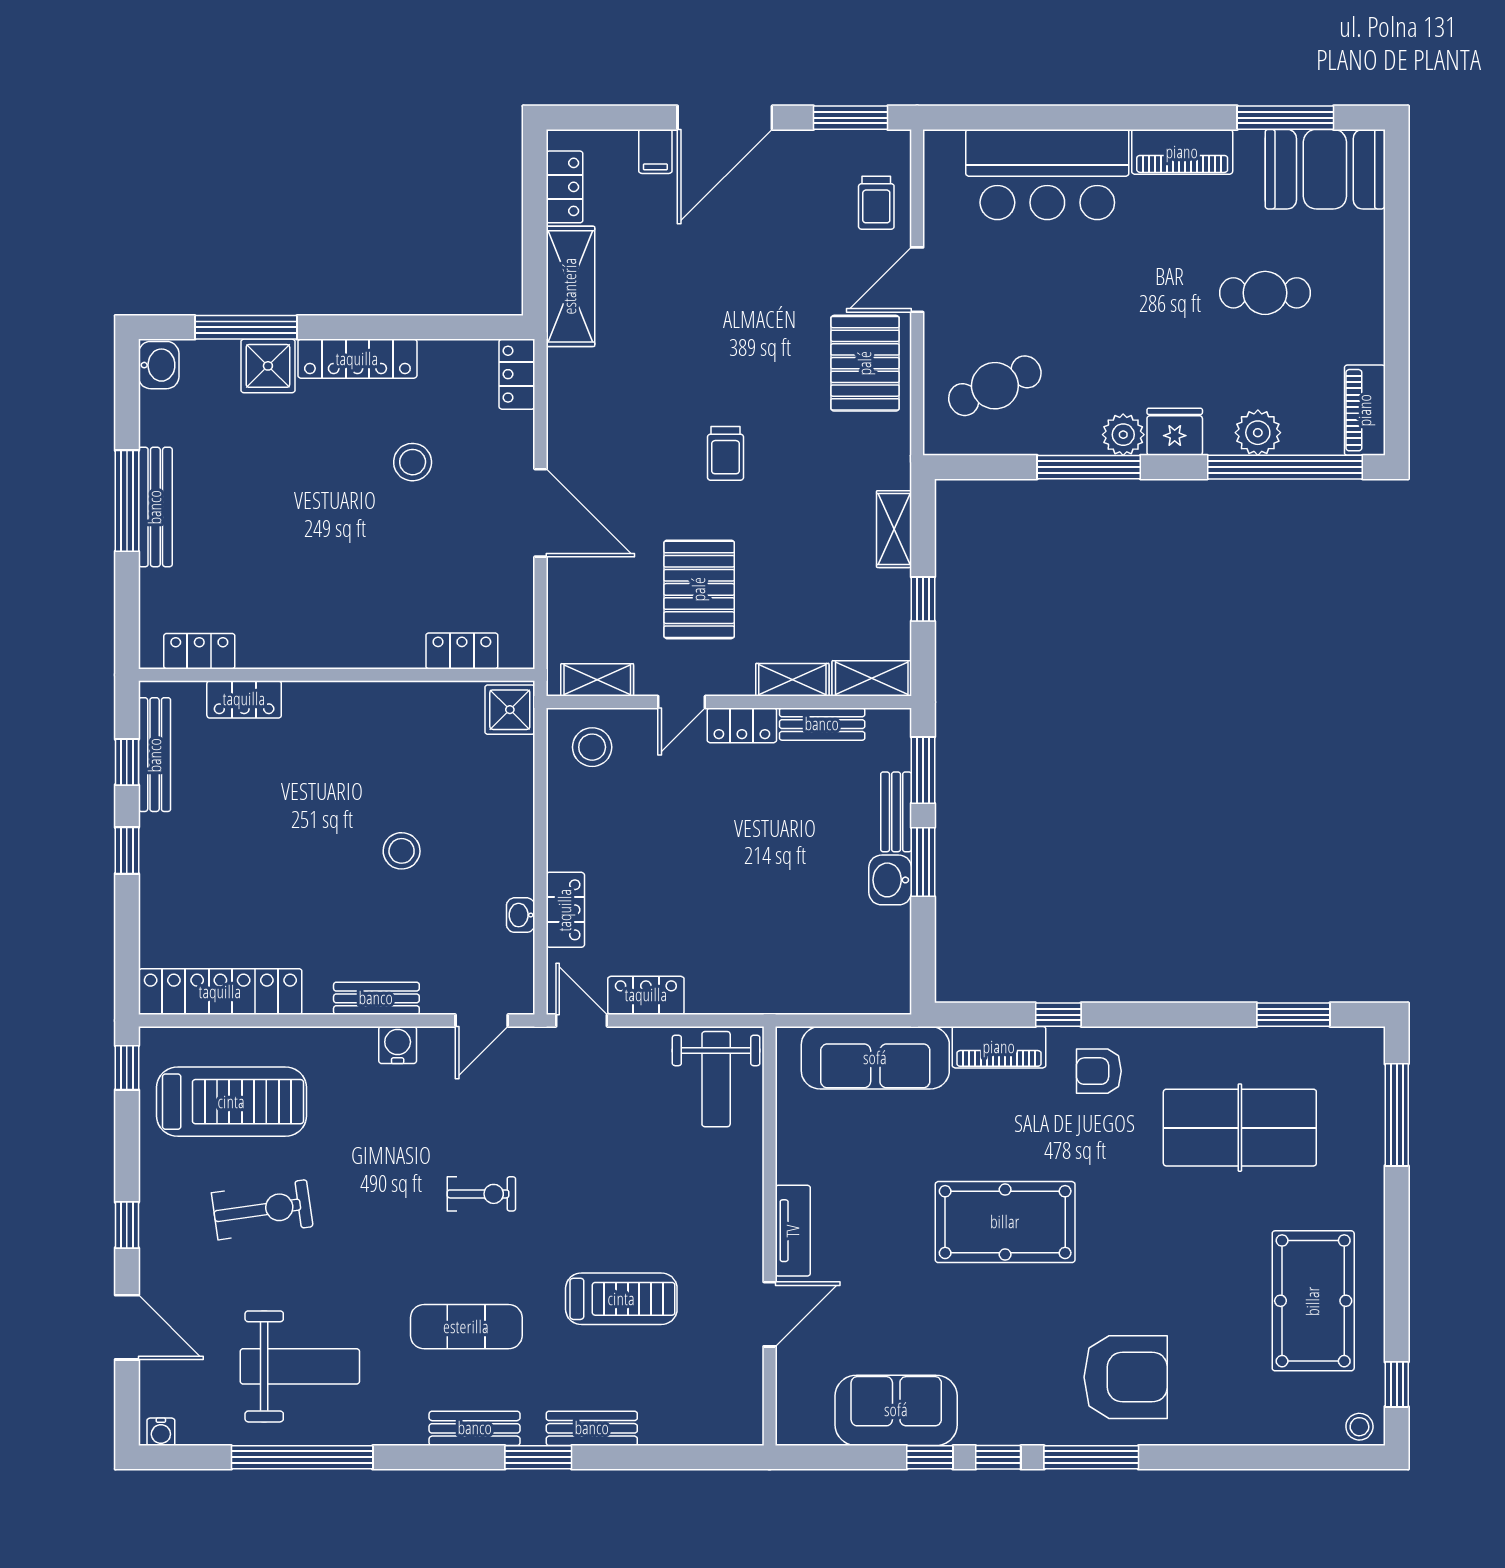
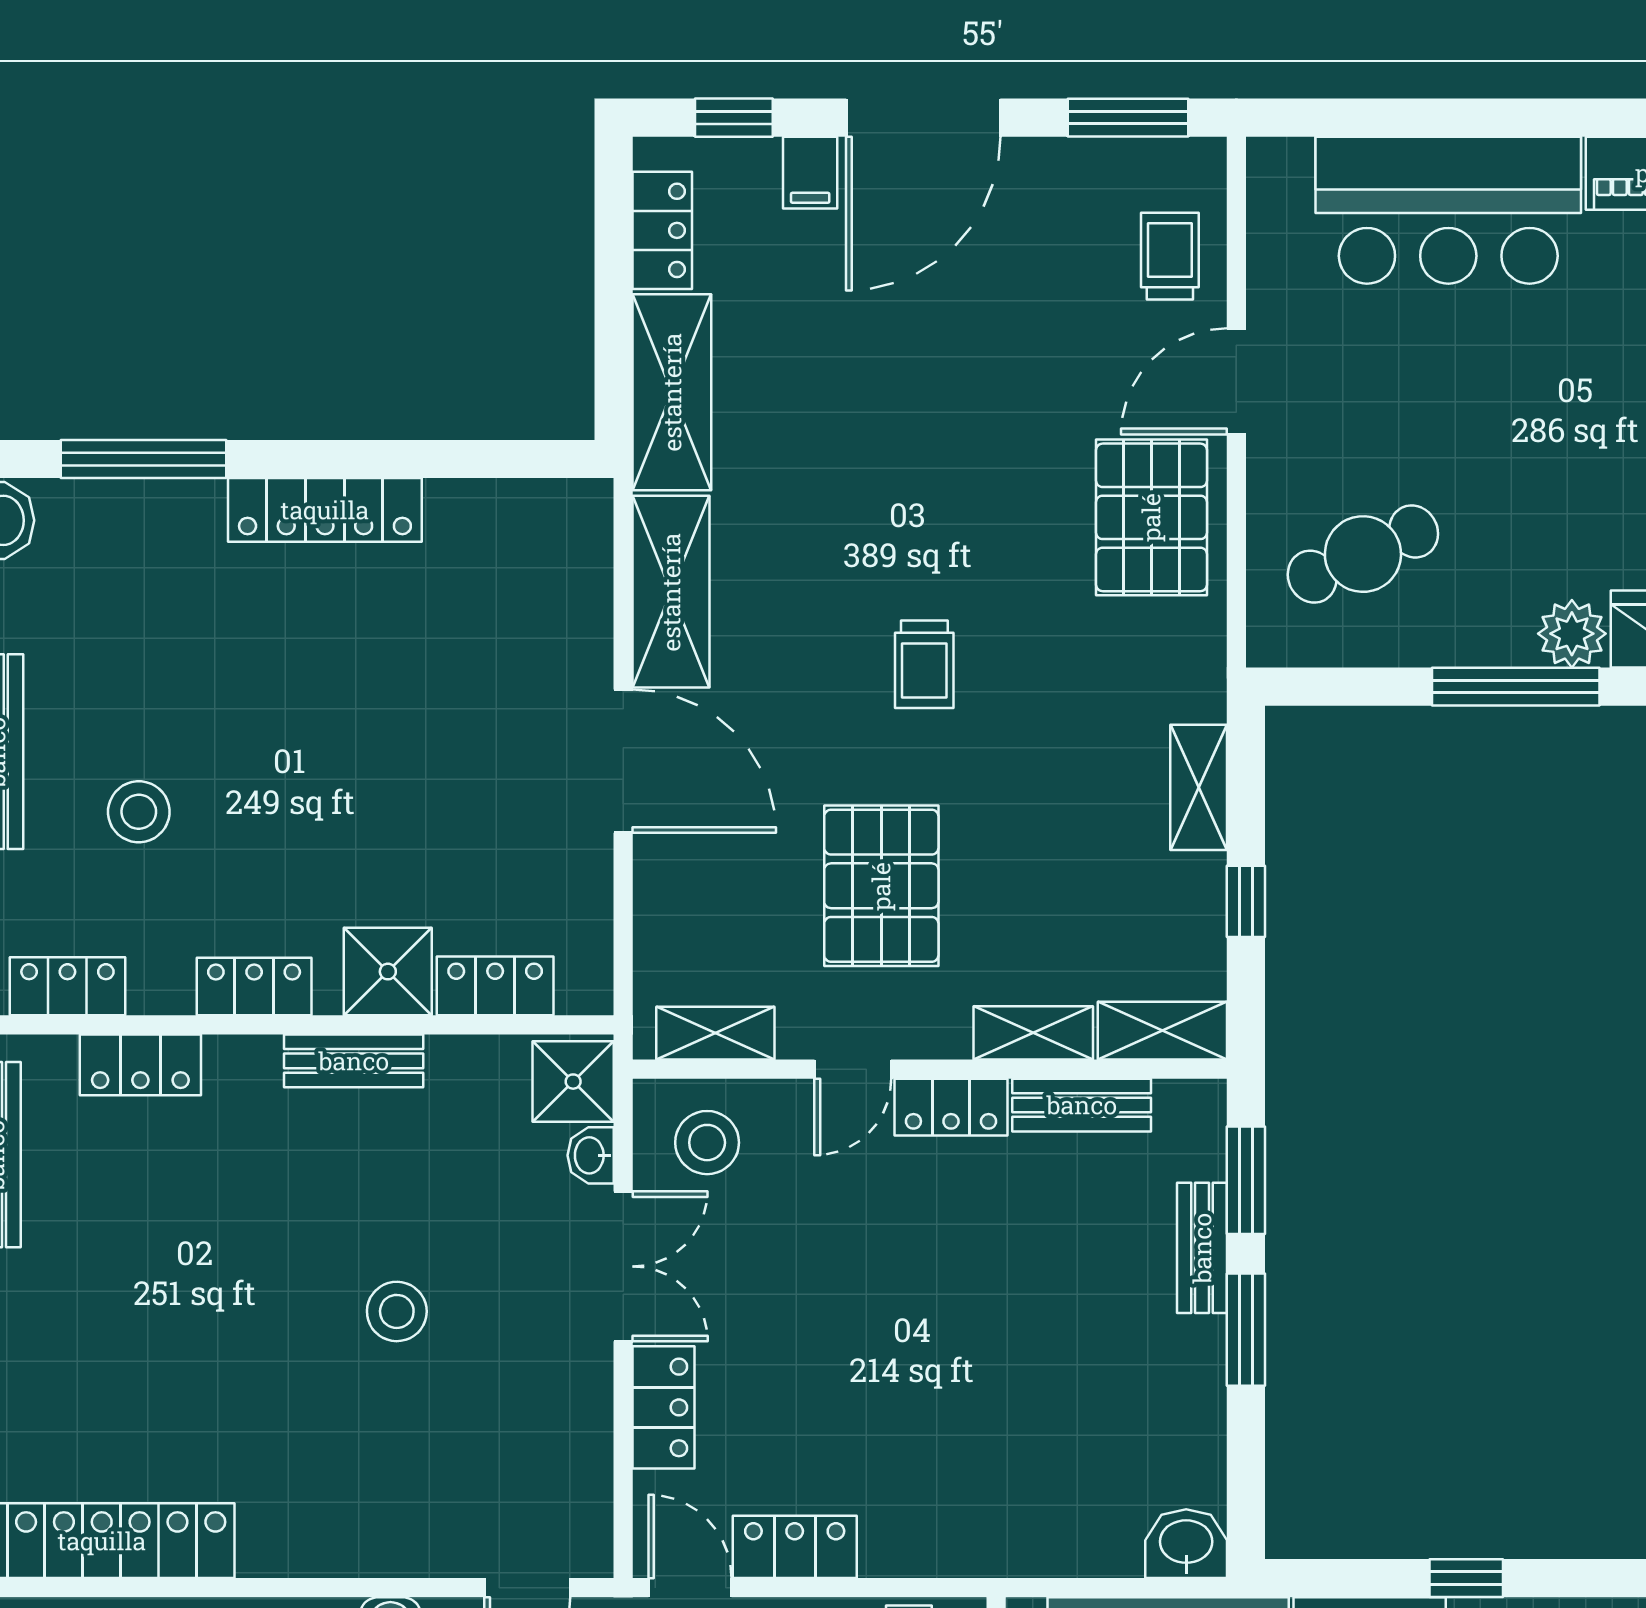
window: (609, 118) -> (734, 118), added
trolley: (876, 203) -> (1170, 256), turned 180
shower: (268, 366) -> (388, 972), moved
locker: (517, 374) -> (254, 986), moved, turned 90
shelving: (570, 409) -> (671, 592), added
stool: (413, 462) -> (139, 812), moved
double door: (540, 823) -> (623, 1266), added
washbasin: (890, 880) -> (1186, 1544), moved, turned 90
washbasin: (521, 915) -> (591, 1155), moved
bench: (376, 998) -> (354, 1061), moved

